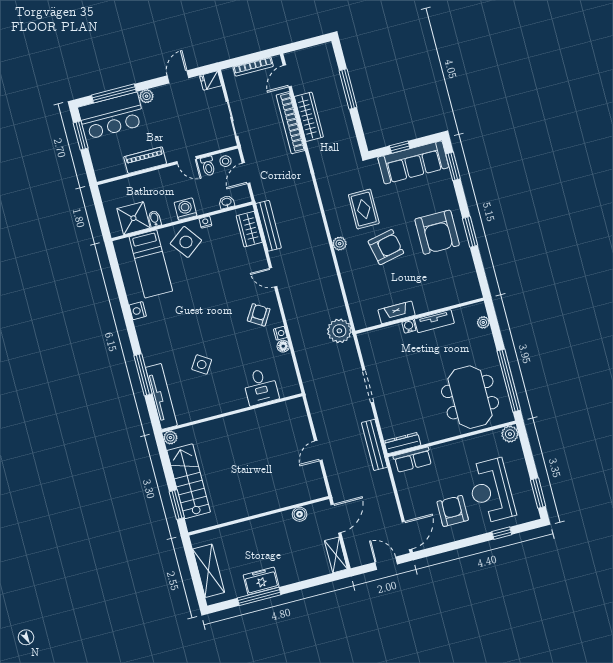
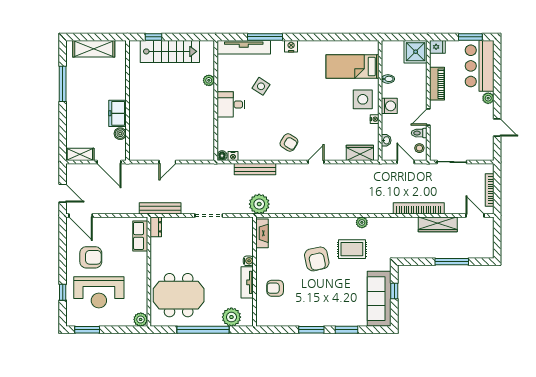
fridge: (211, 81) -> (437, 47), moved, turned 90
window: (114, 93) -> (497, 72), removed
bookcase: (291, 123) -> (419, 208), moved
window: (453, 166) -> (346, 330), moved
shower: (133, 218) -> (416, 52), moved
bench: (269, 226) -> (255, 169), moved
armchair: (437, 232) -> (275, 288), moved, width x0.53, depth x0.53
side table: (186, 242) -> (363, 99), turned 37
plant: (340, 244) -> (362, 222), moved
nightstand: (138, 311) -> (291, 46), moved
fireplace: (397, 312) -> (262, 233), moved
plant: (483, 322) -> (231, 317), width x1.87, depth x1.87
nightstand: (280, 333) -> (233, 156), moved
floor lamp: (283, 346) -> (222, 156), moved
window: (509, 381) -> (203, 330), moved
desk: (261, 387) -> (231, 104), moved
plant: (170, 438) -> (209, 80), moved
dresser: (402, 443) -> (156, 227), width x0.70
door: (318, 451) -> (167, 162), swing flipped
reception desk: (491, 491) -> (99, 292), turned 180
window: (177, 505) -> (154, 37), width x0.67
door: (386, 563) -> (63, 193), hinge flipped
freezer: (261, 581) -> (117, 113), moved, turned 180

